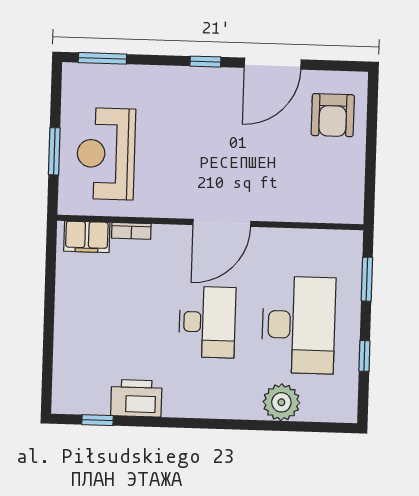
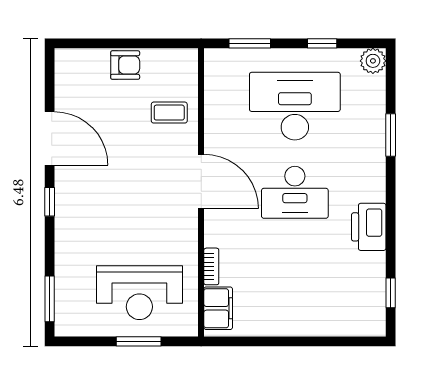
armchair: (333, 115) -> (125, 65), moved, width x0.72, depth x0.72
coffee table: (296, 191) -> (169, 113), added
desk: (207, 322) -> (295, 192), turned 180
printer: (136, 398) -> (369, 227), moved
plant: (281, 402) -> (373, 61), moved, width x0.73, depth x0.73
window: (265, 425) -> (391, 135), added

